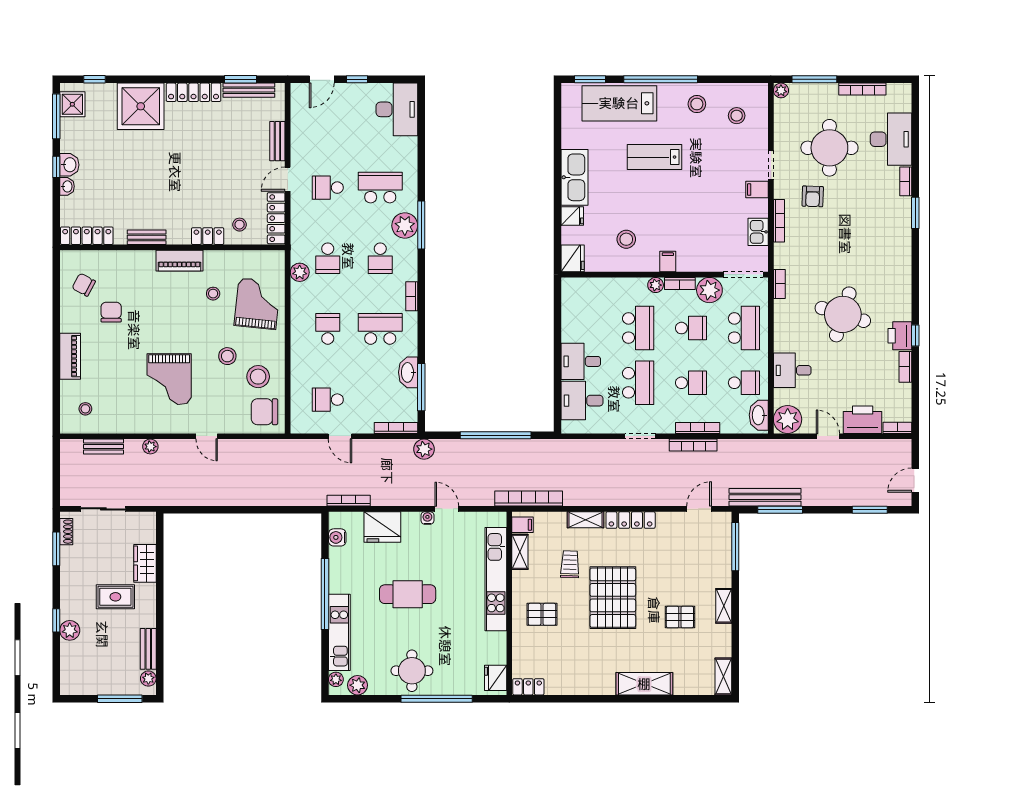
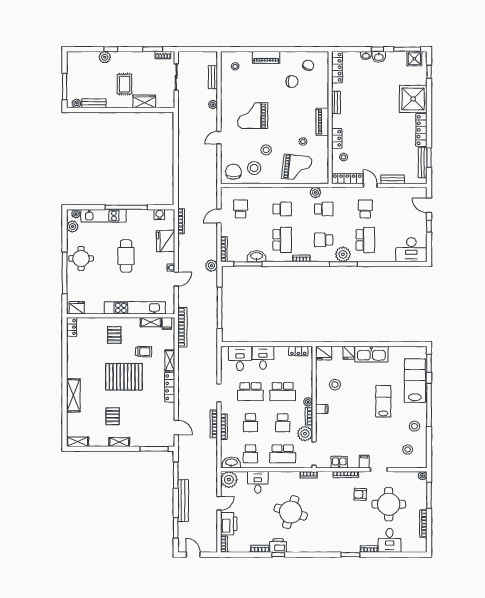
desk: (891, 139) -> (390, 540), width x0.73
school desk: (328, 258) -> (324, 209), turned 180
locker: (569, 302) -> (298, 351), added
bench: (765, 497) -> (183, 501), moved

